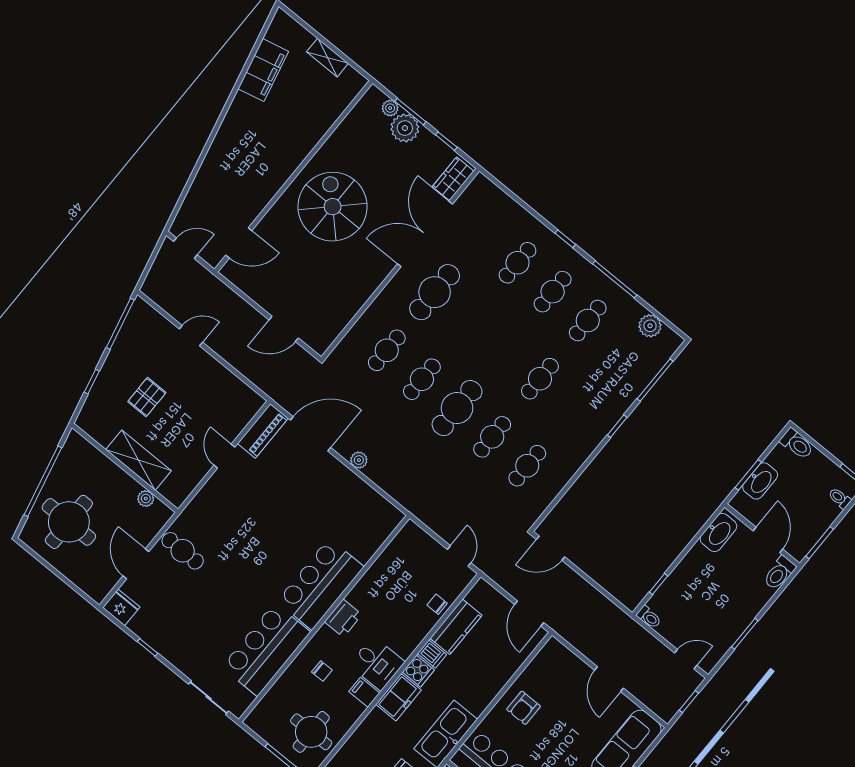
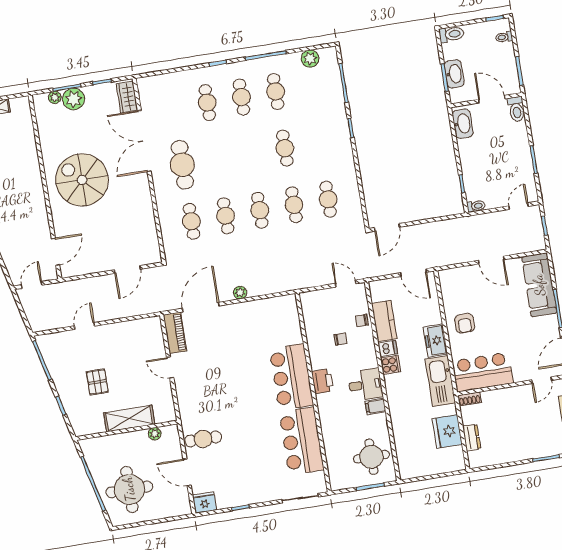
cafe table: (457, 408) -> (260, 210), width x0.73, depth x0.74
chair: (322, 671) -> (341, 339), moved
freezer: (398, 697) -> (435, 341), moved, turned 180

